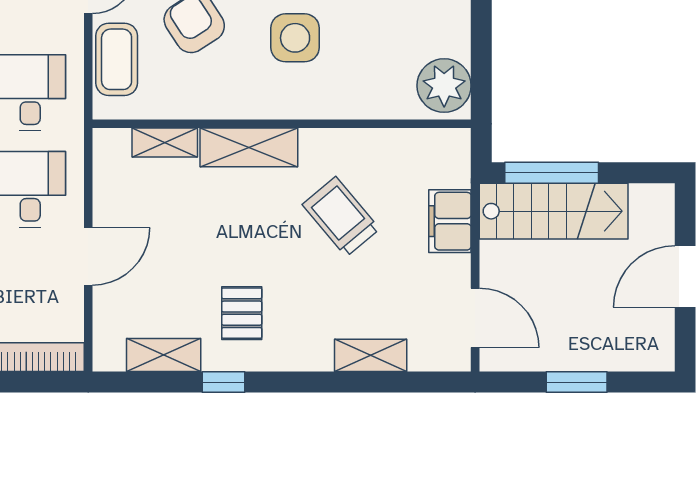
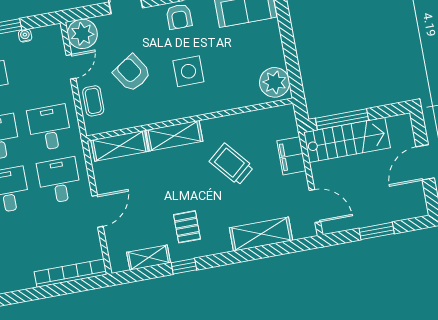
coffee table: (117, 59) -> (93, 101), width x0.73, depth x0.77
shelving: (165, 143) -> (120, 146), width x1.50, depth x1.33
shelving: (371, 355) -> (261, 234), width x1.50, depth x1.33

